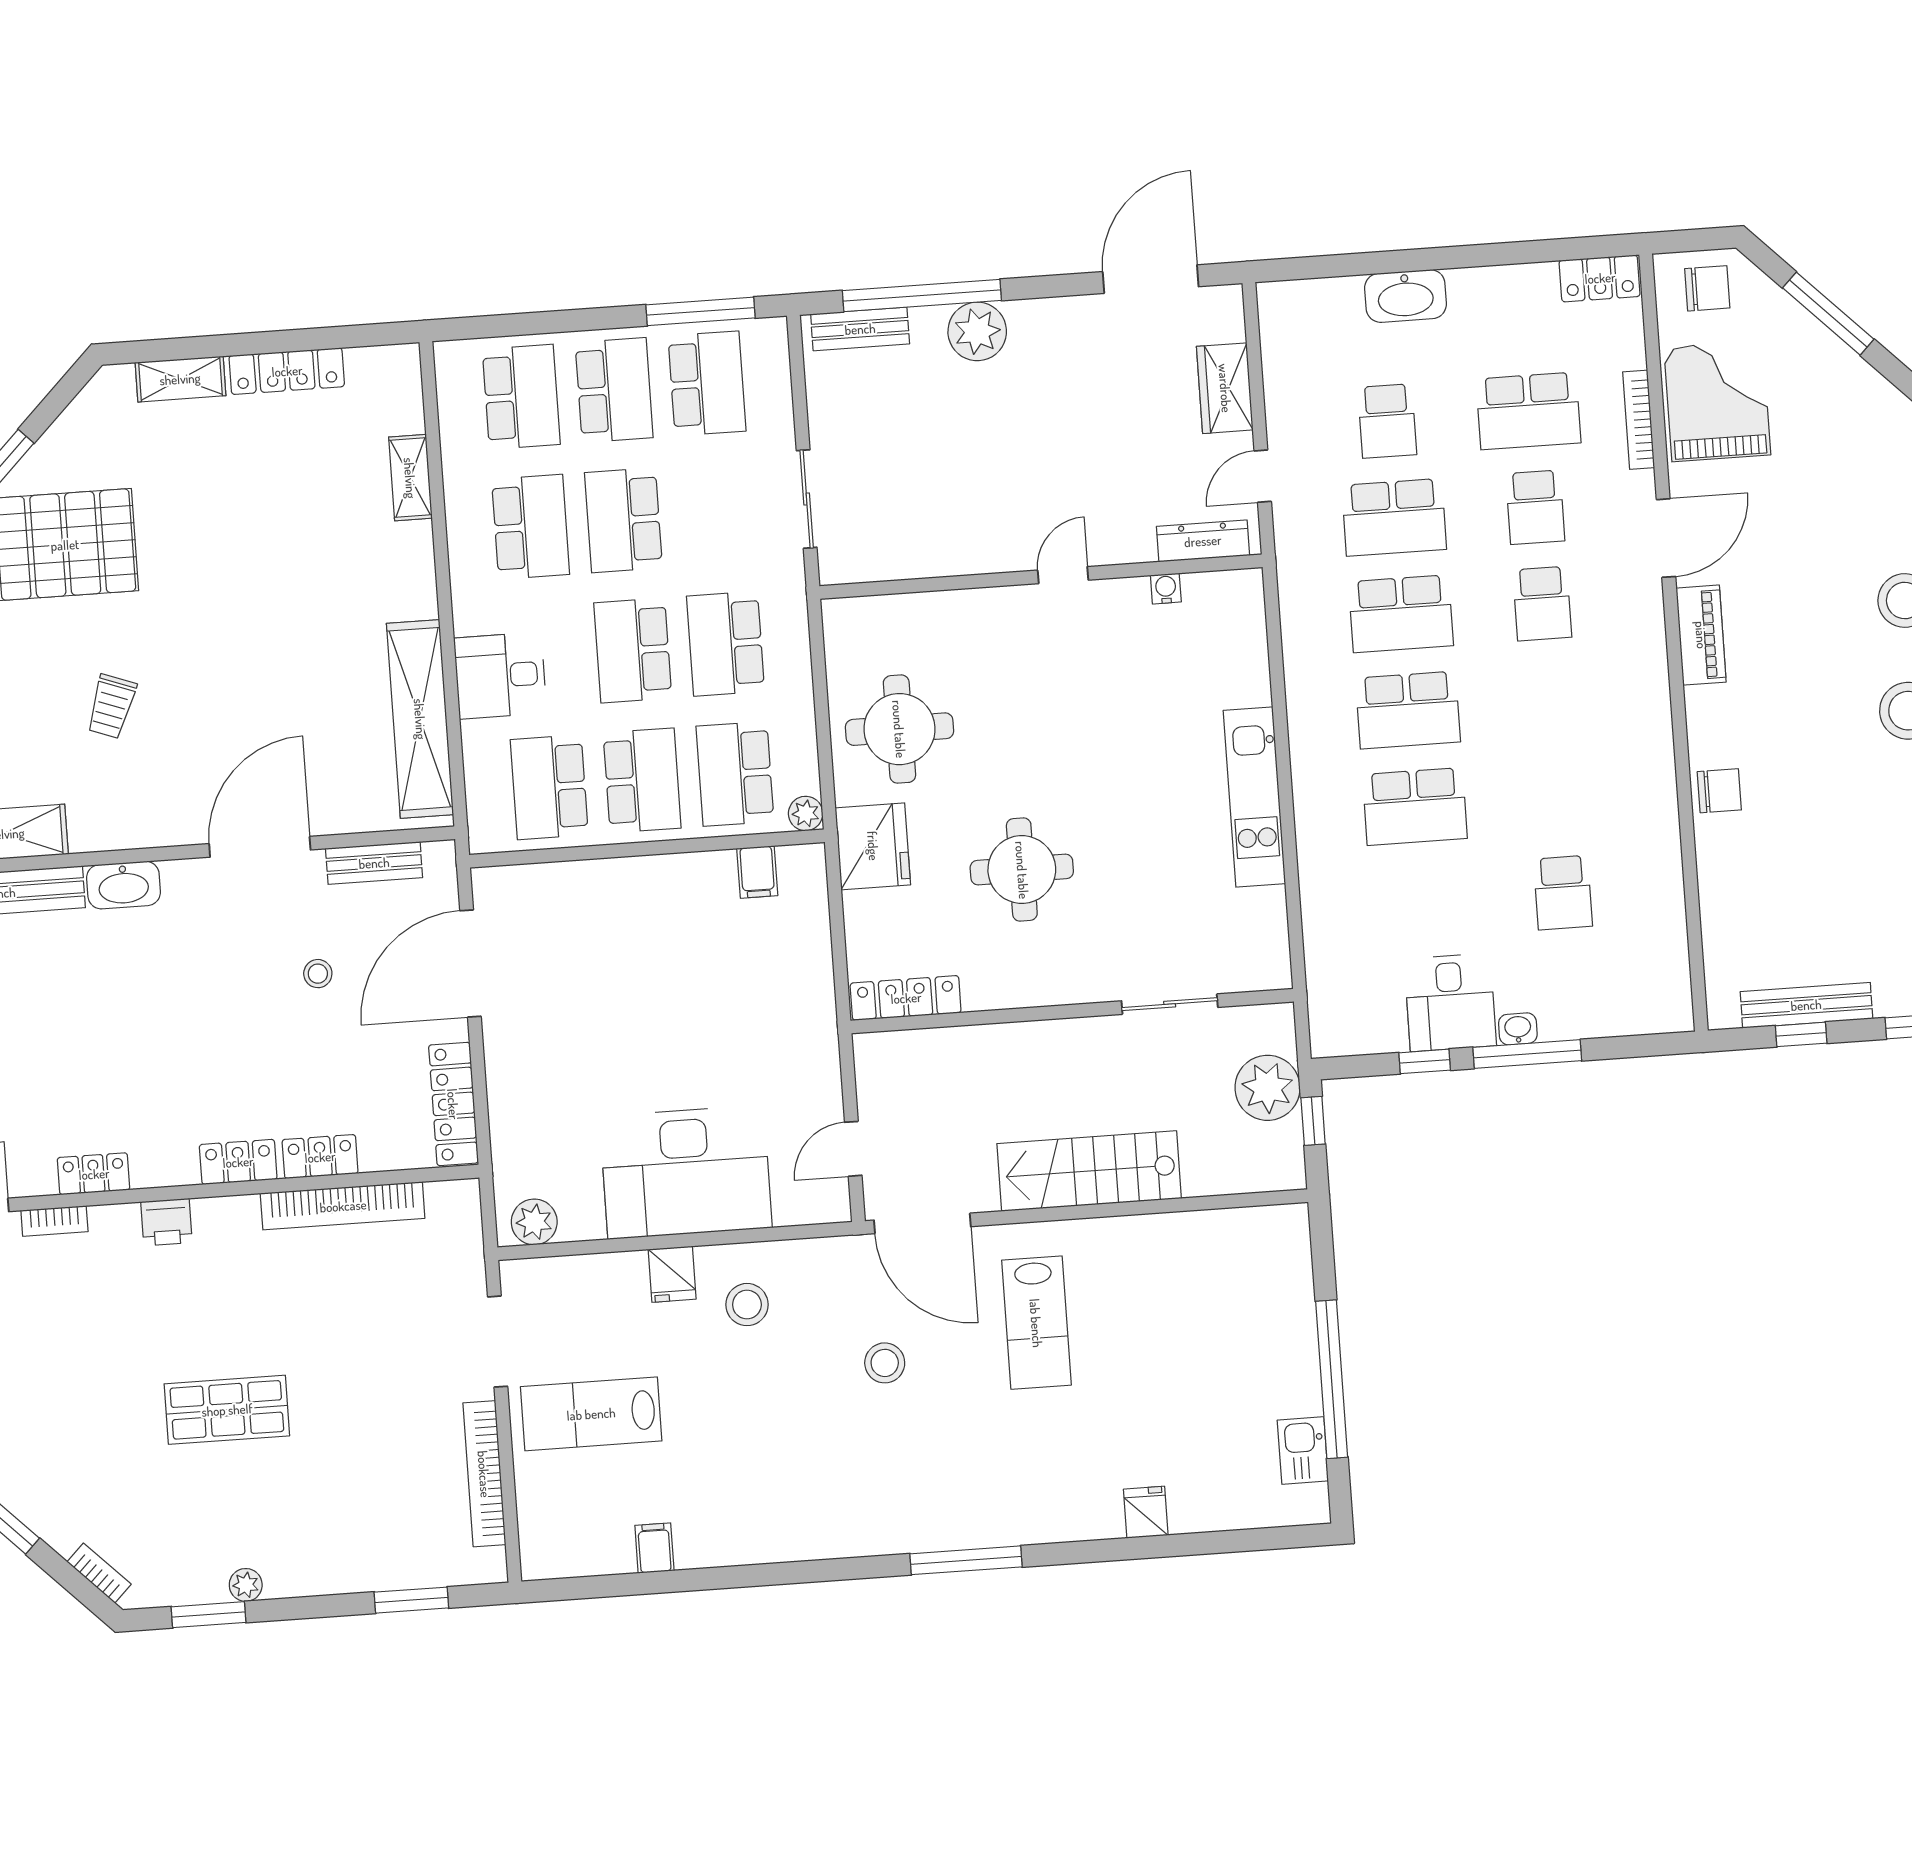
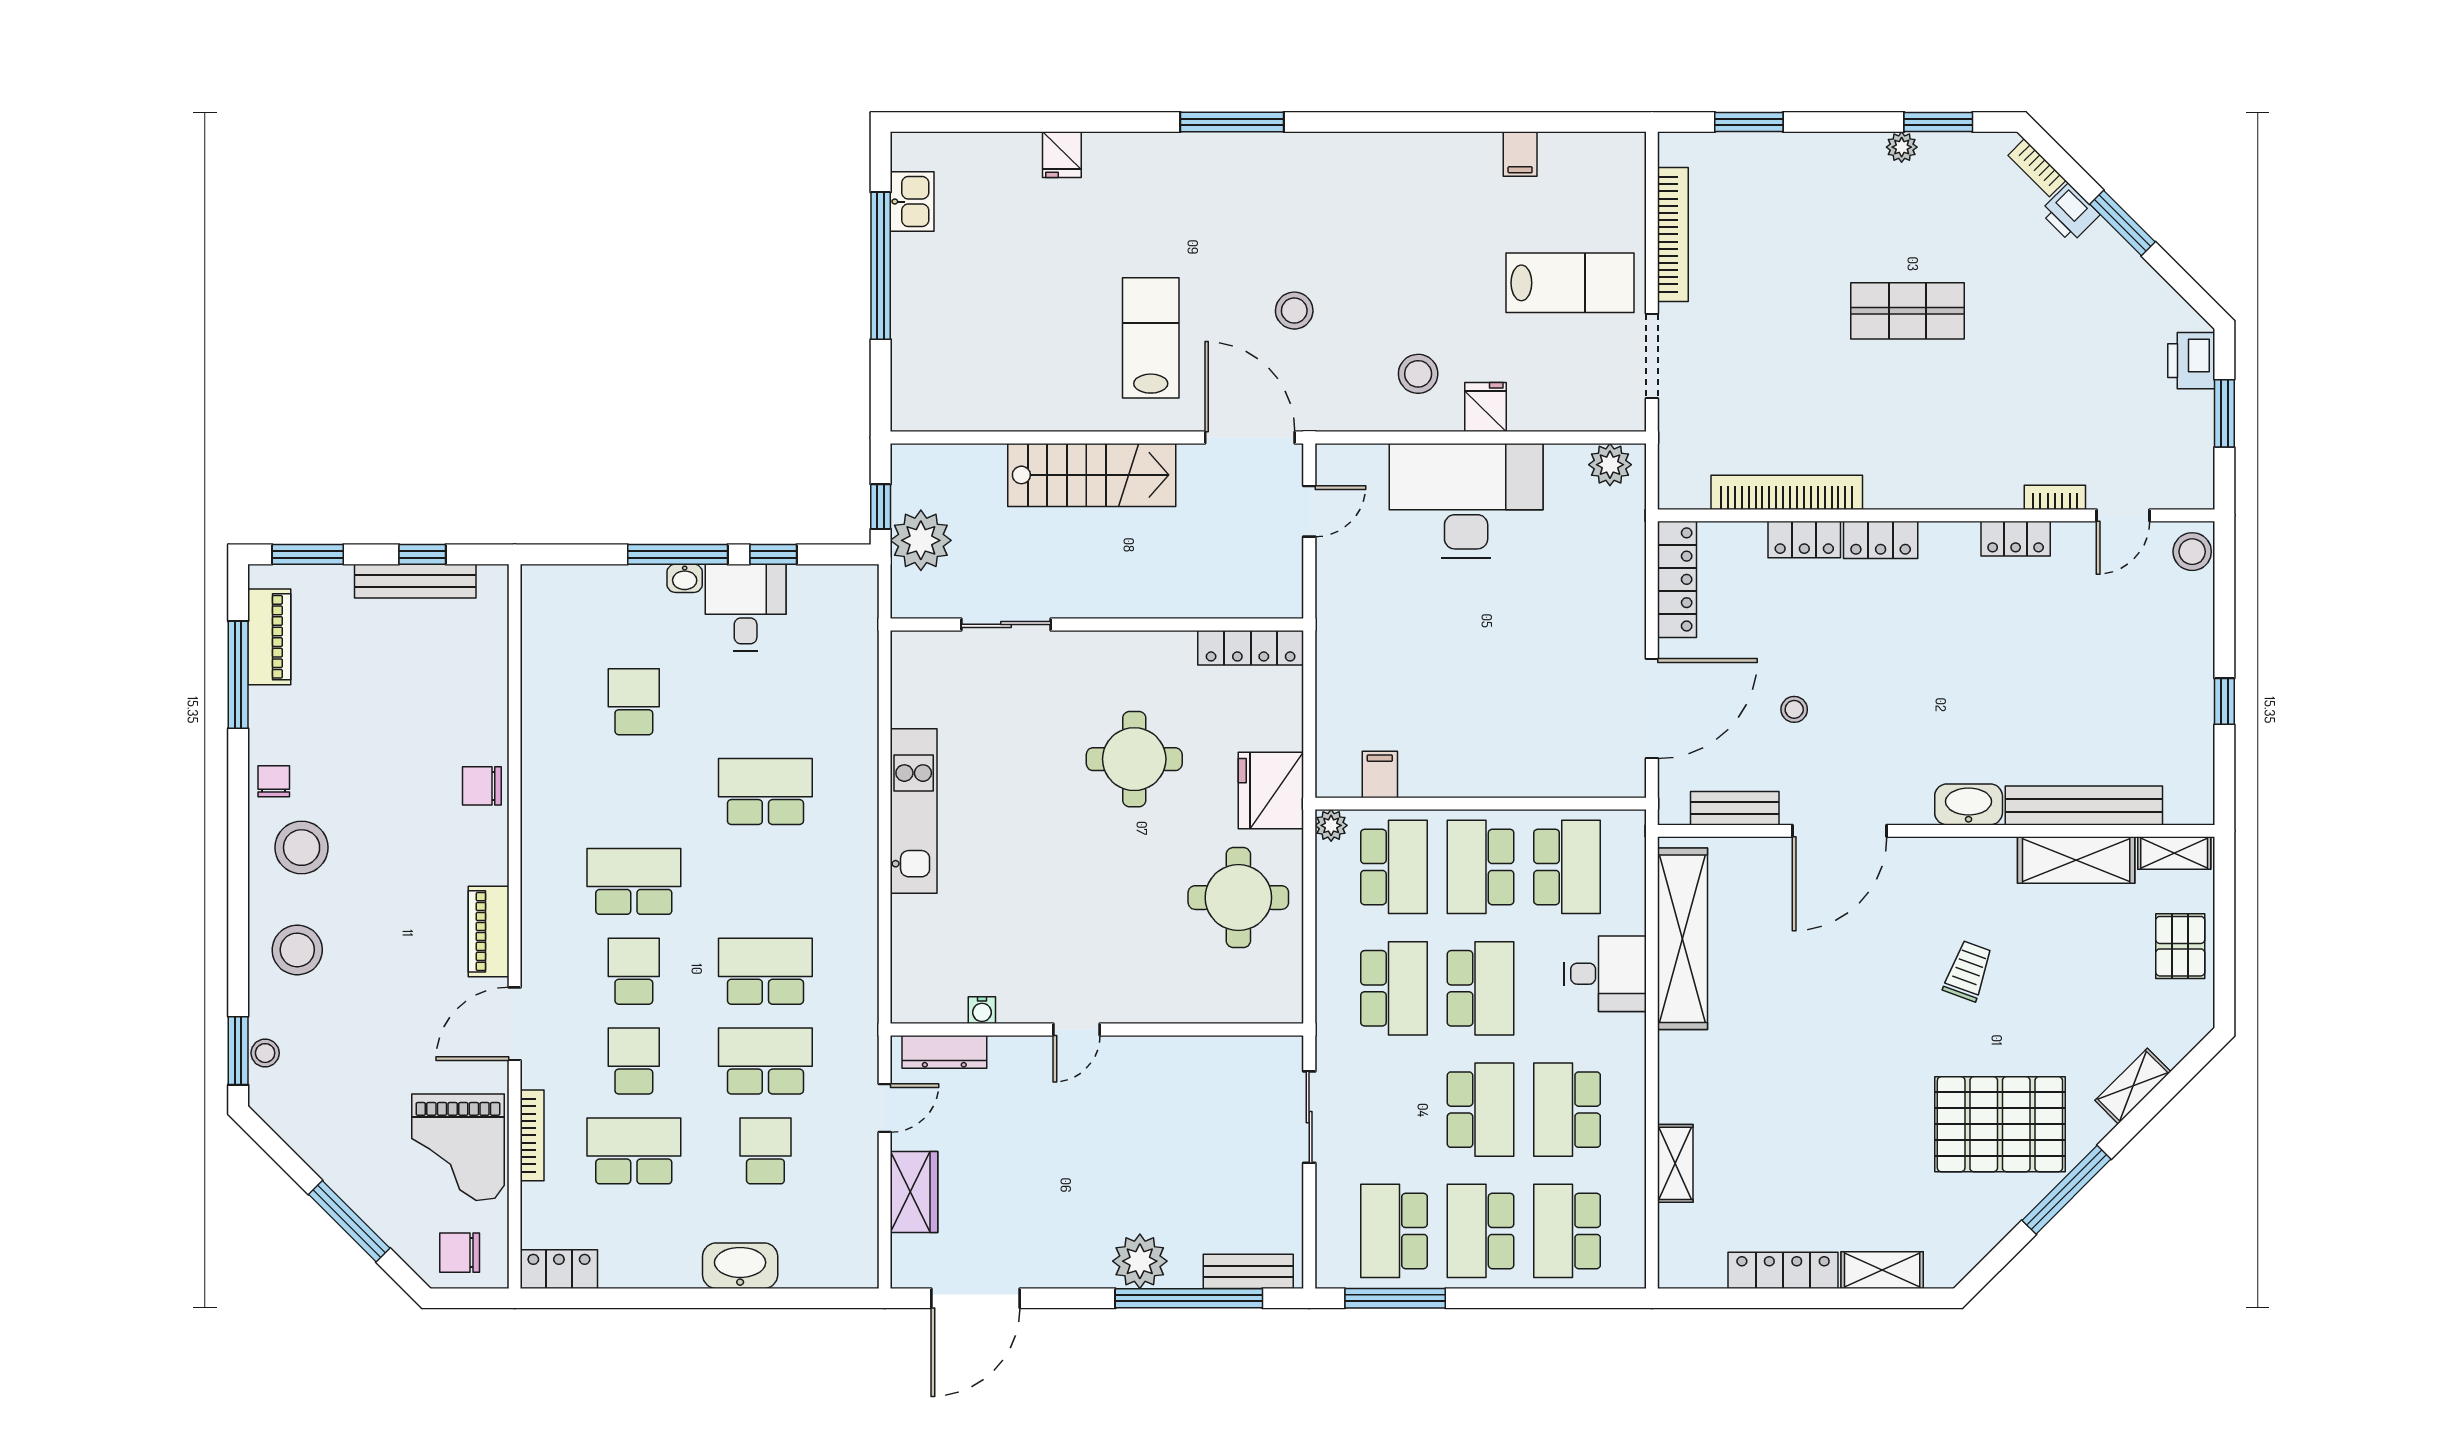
school desk: (1408, 710) -> (634, 881), moved
printer: (166, 1222) -> (2070, 213), moved, turned -135

